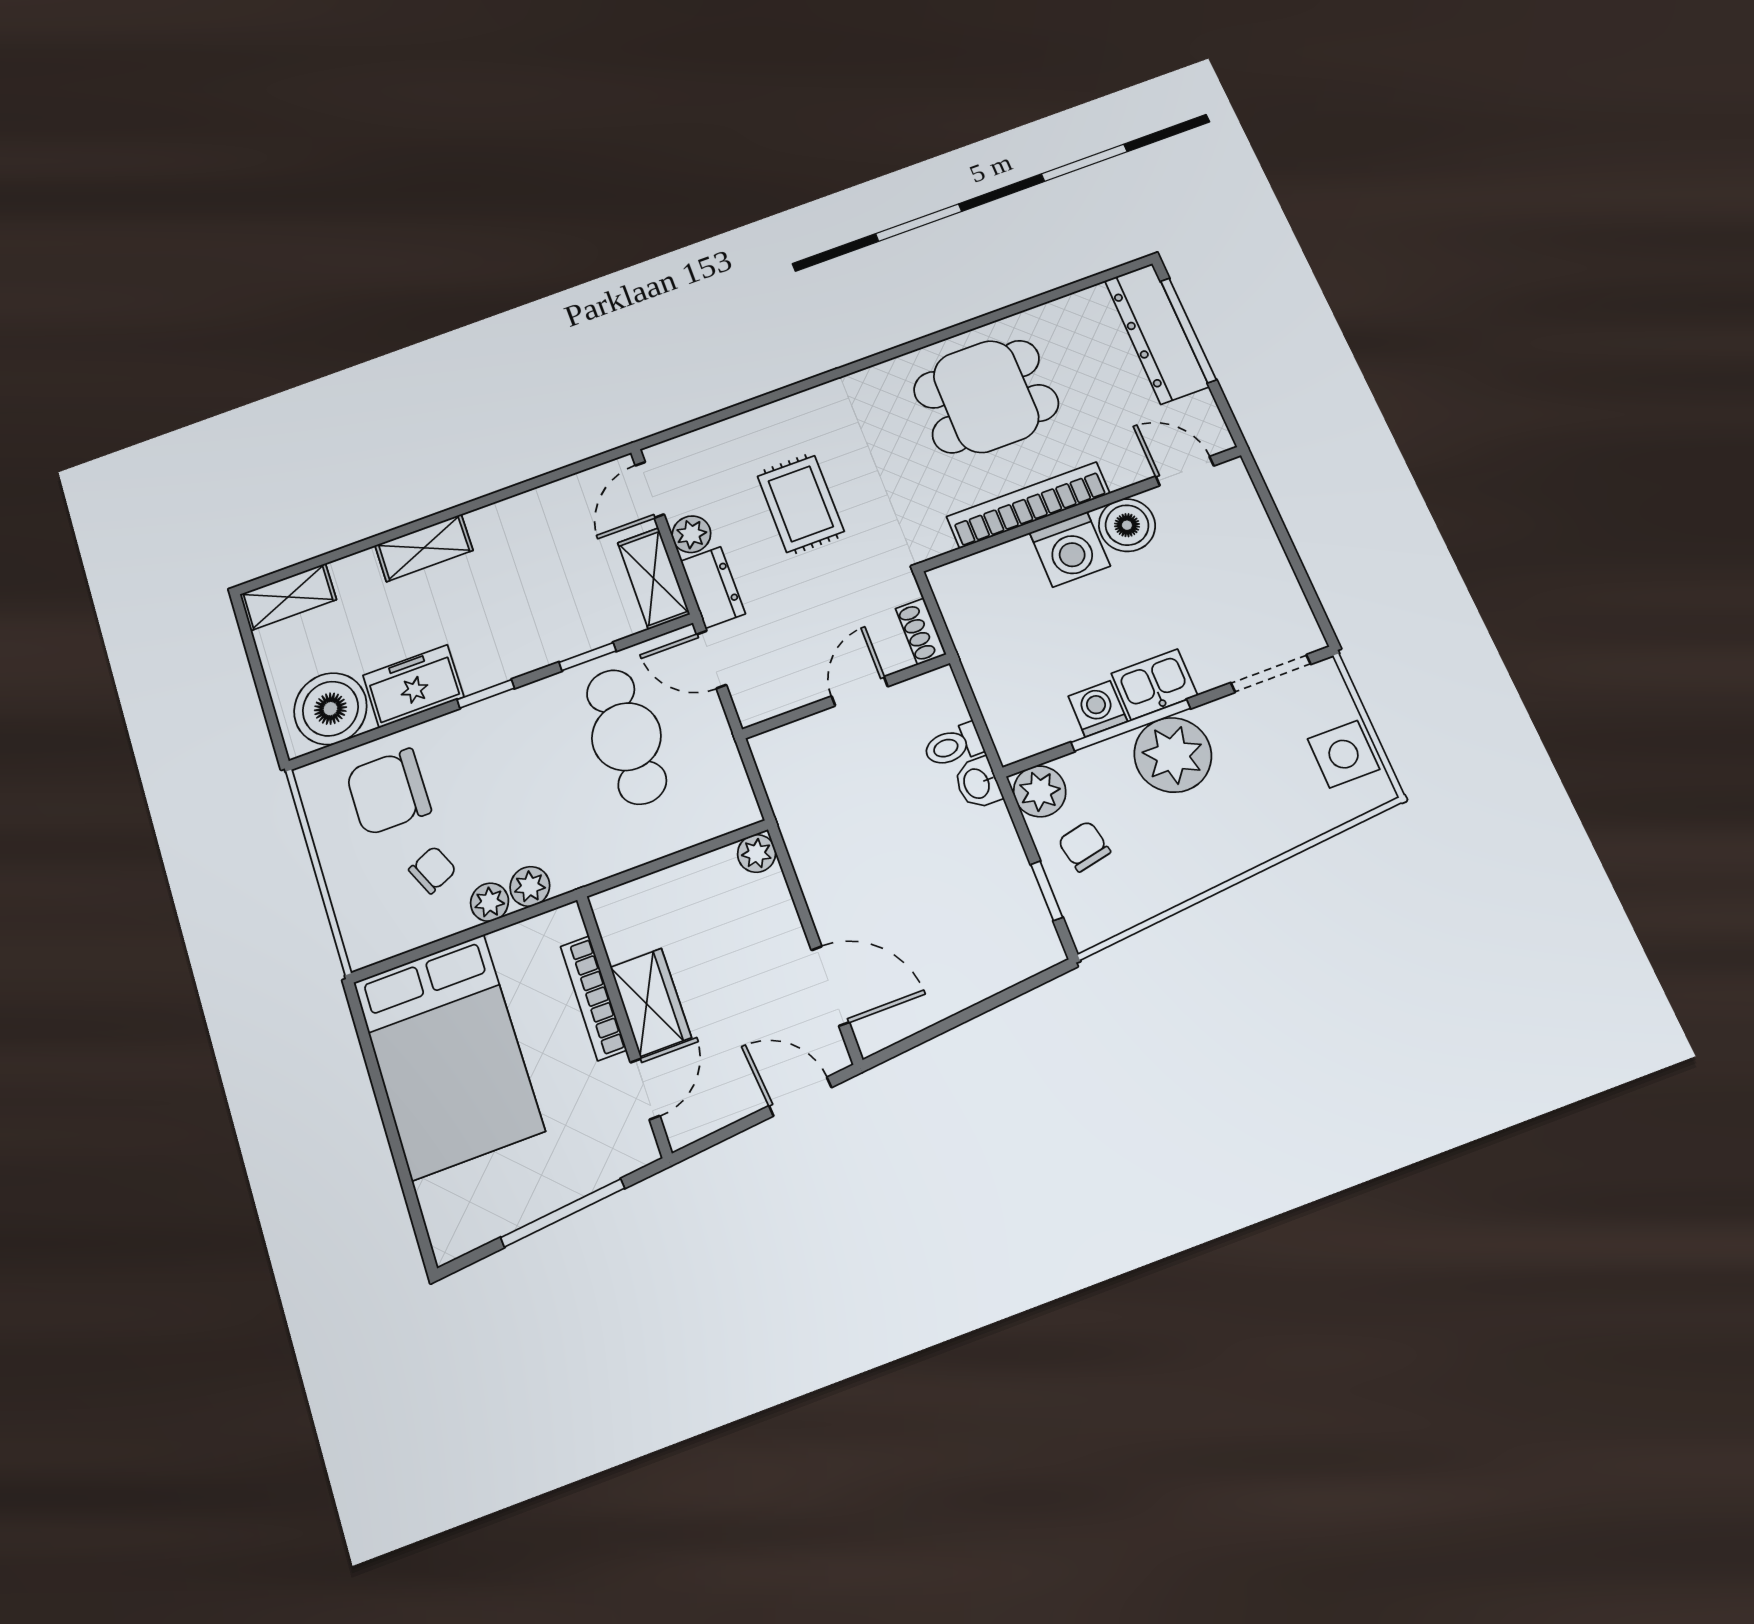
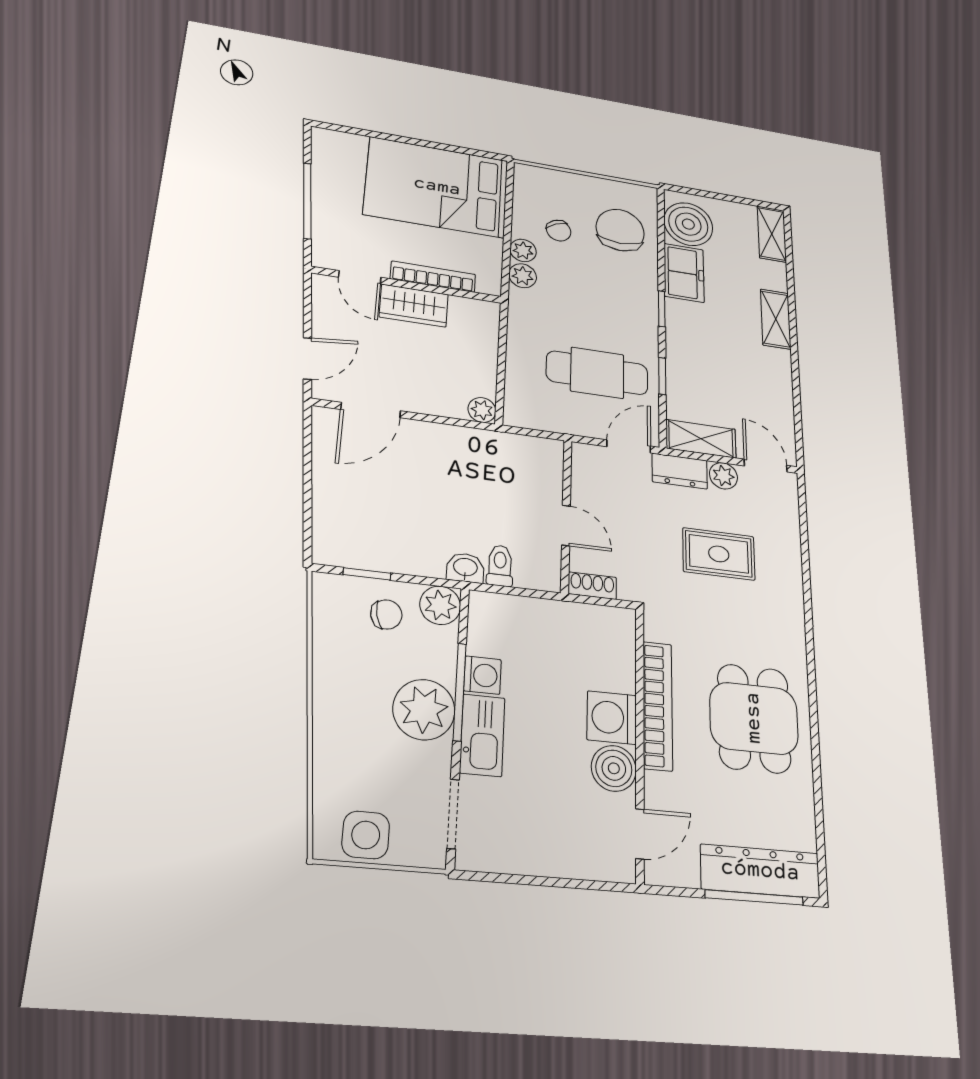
kitchen sink: (1154, 684) -> (482, 735), width x1.38

